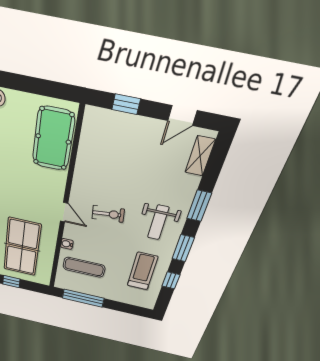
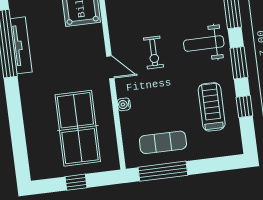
exercise bike: (108, 214) -> (154, 53), turned 96
weight bench: (158, 223) -> (204, 43), turned 90
exercise mat: (84, 267) -> (163, 142), moved

